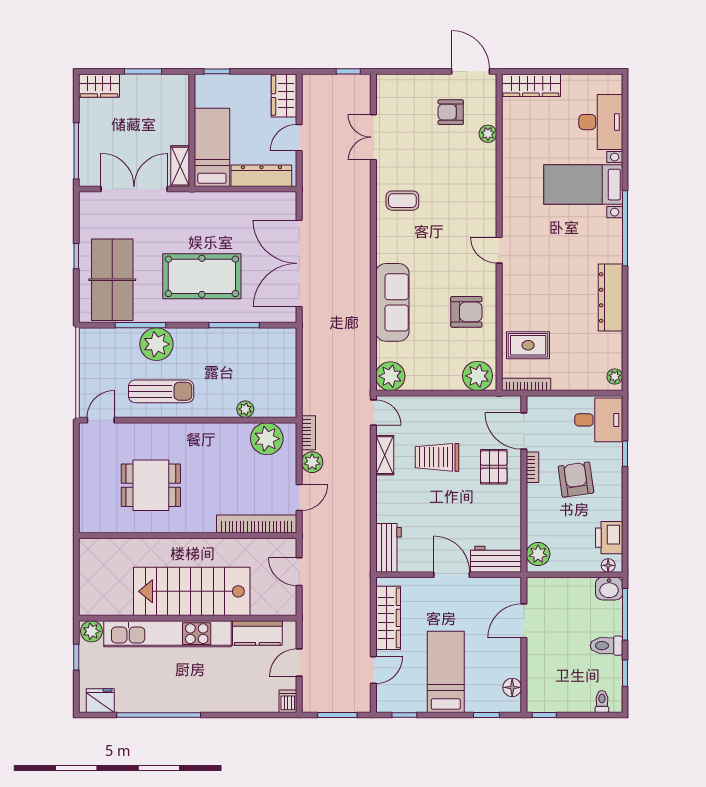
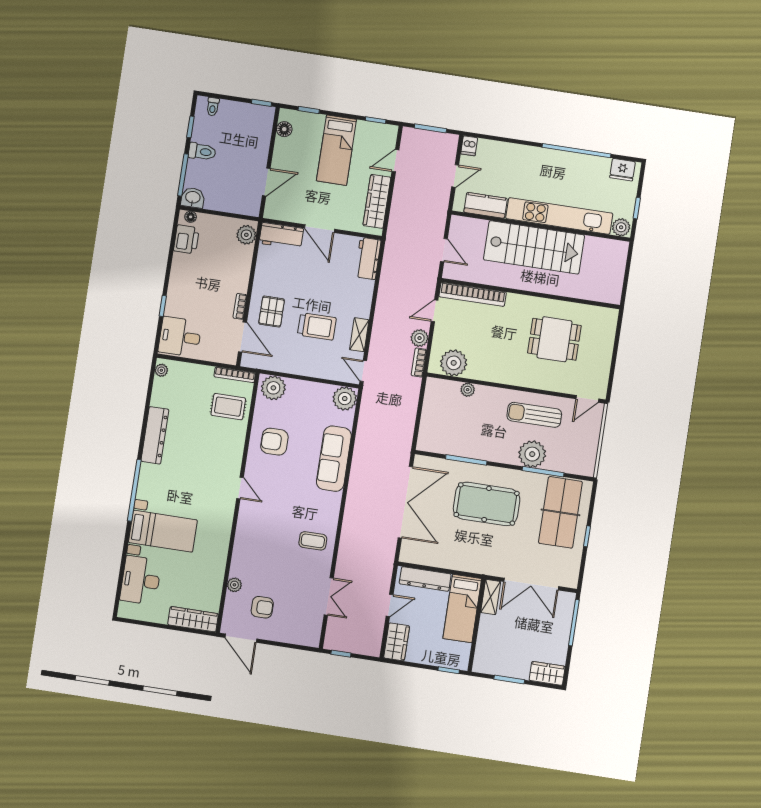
armchair: (576, 480) -> (206, 291), removed

